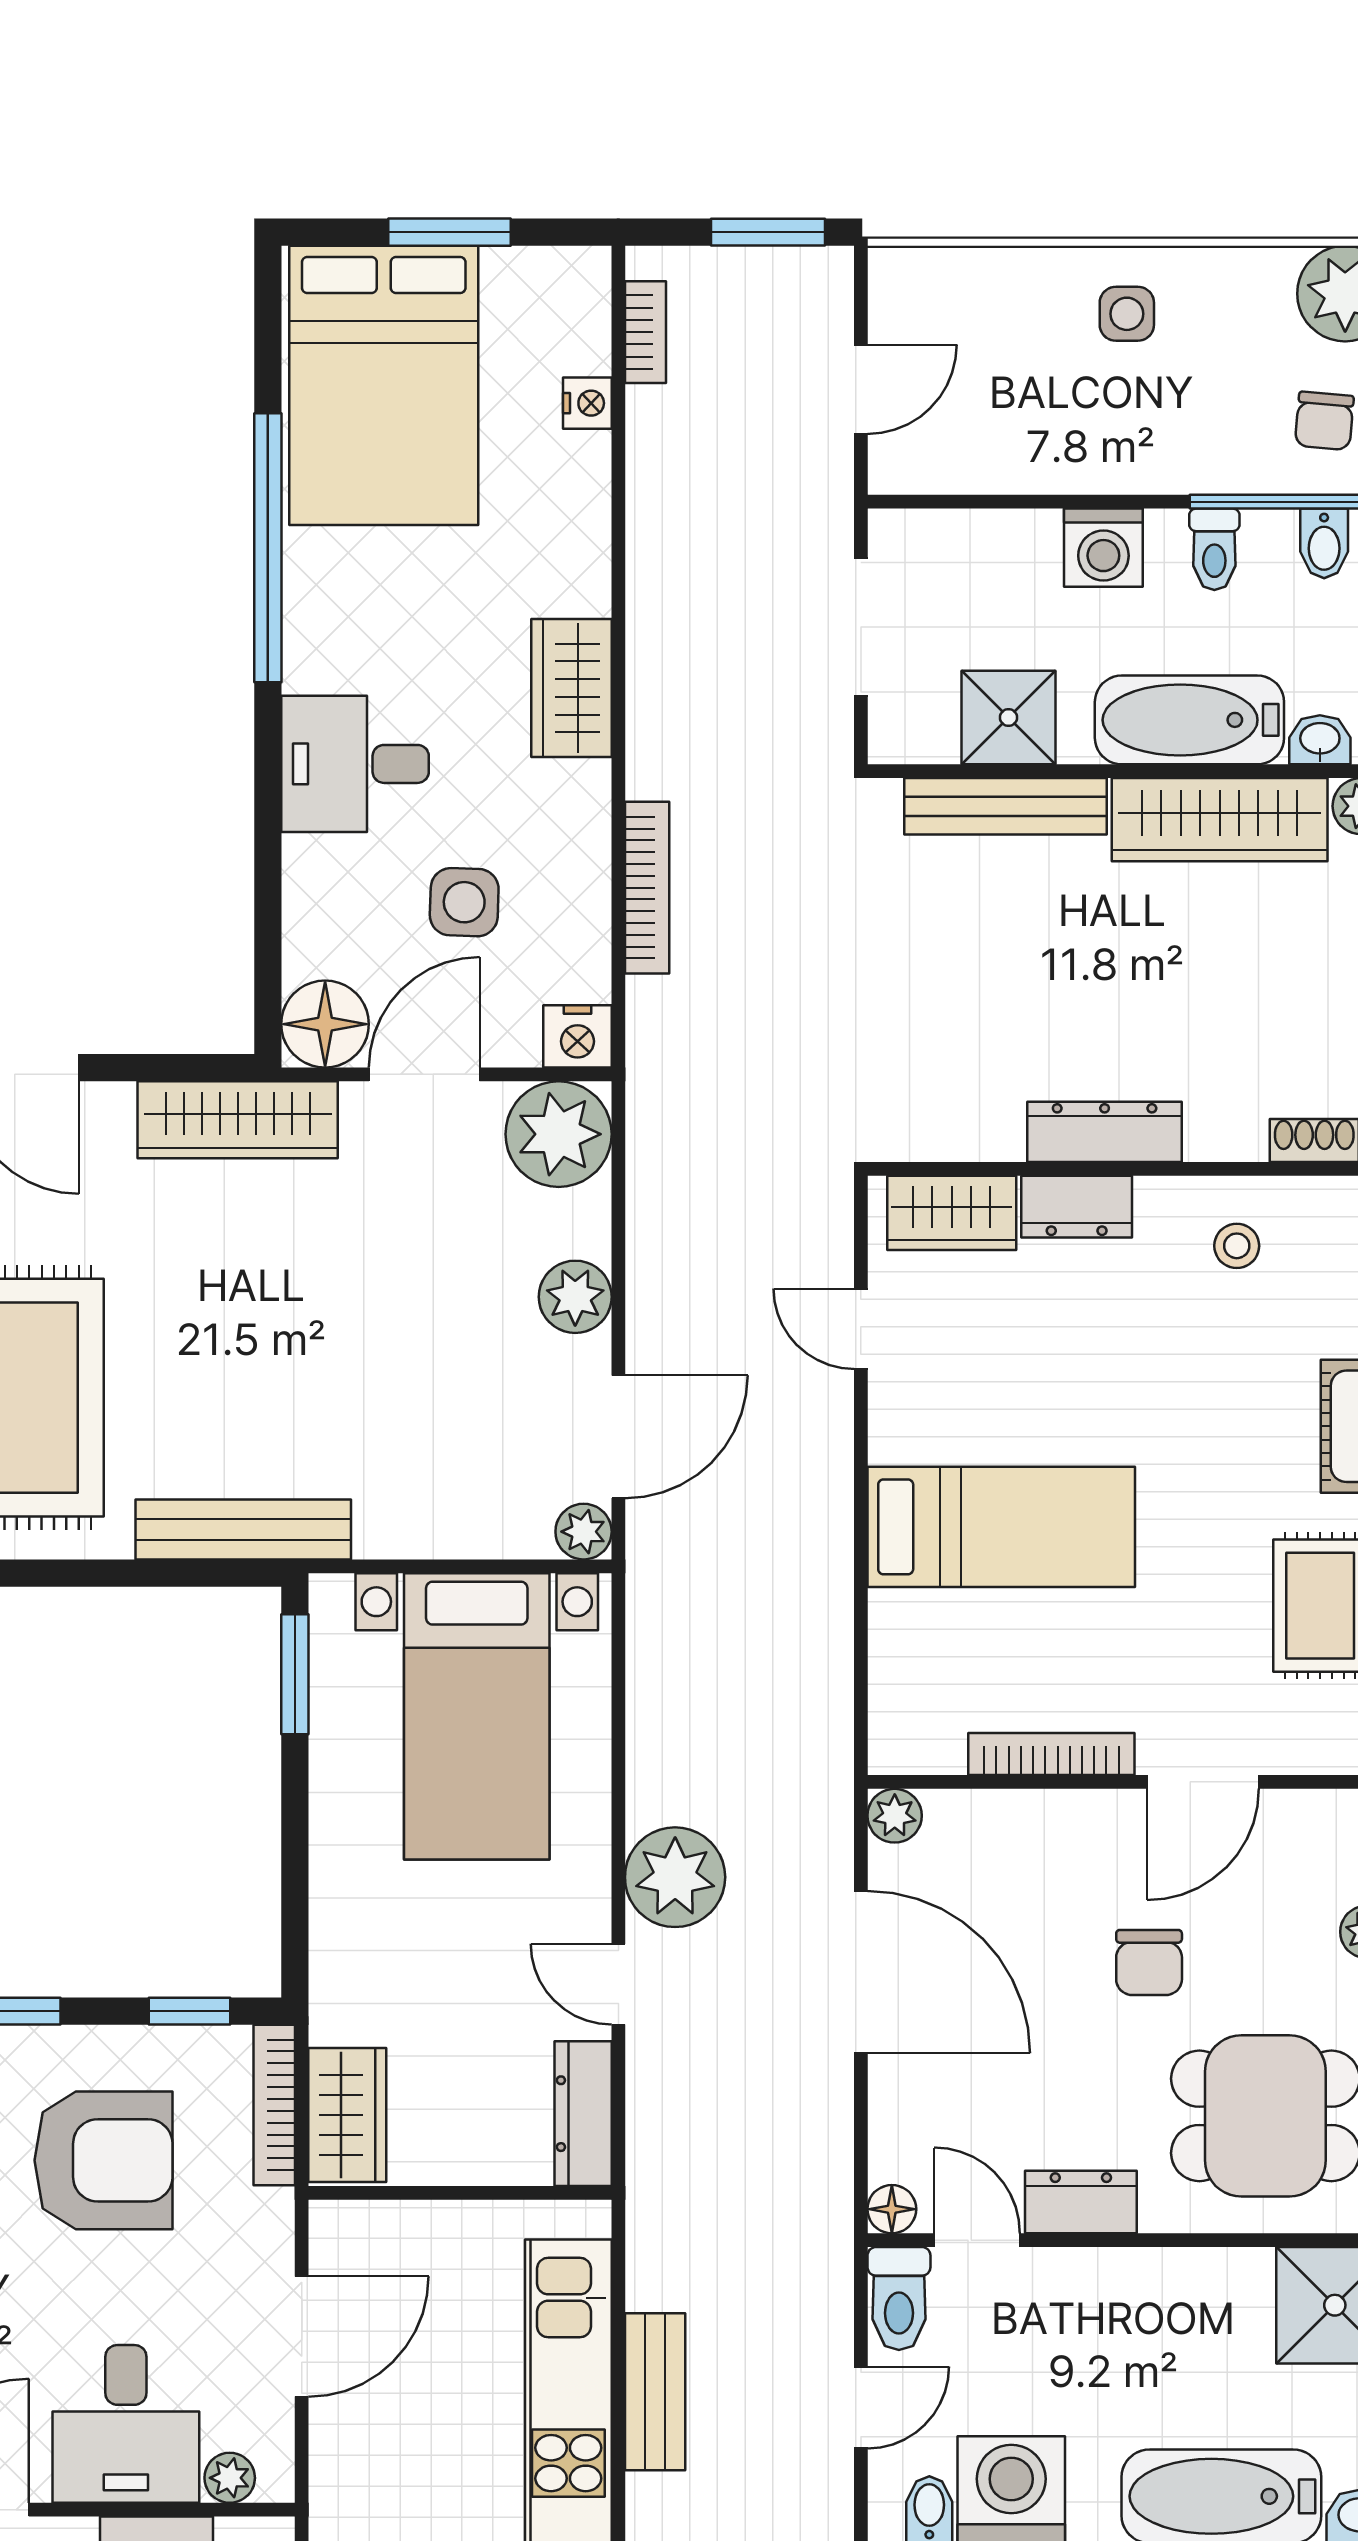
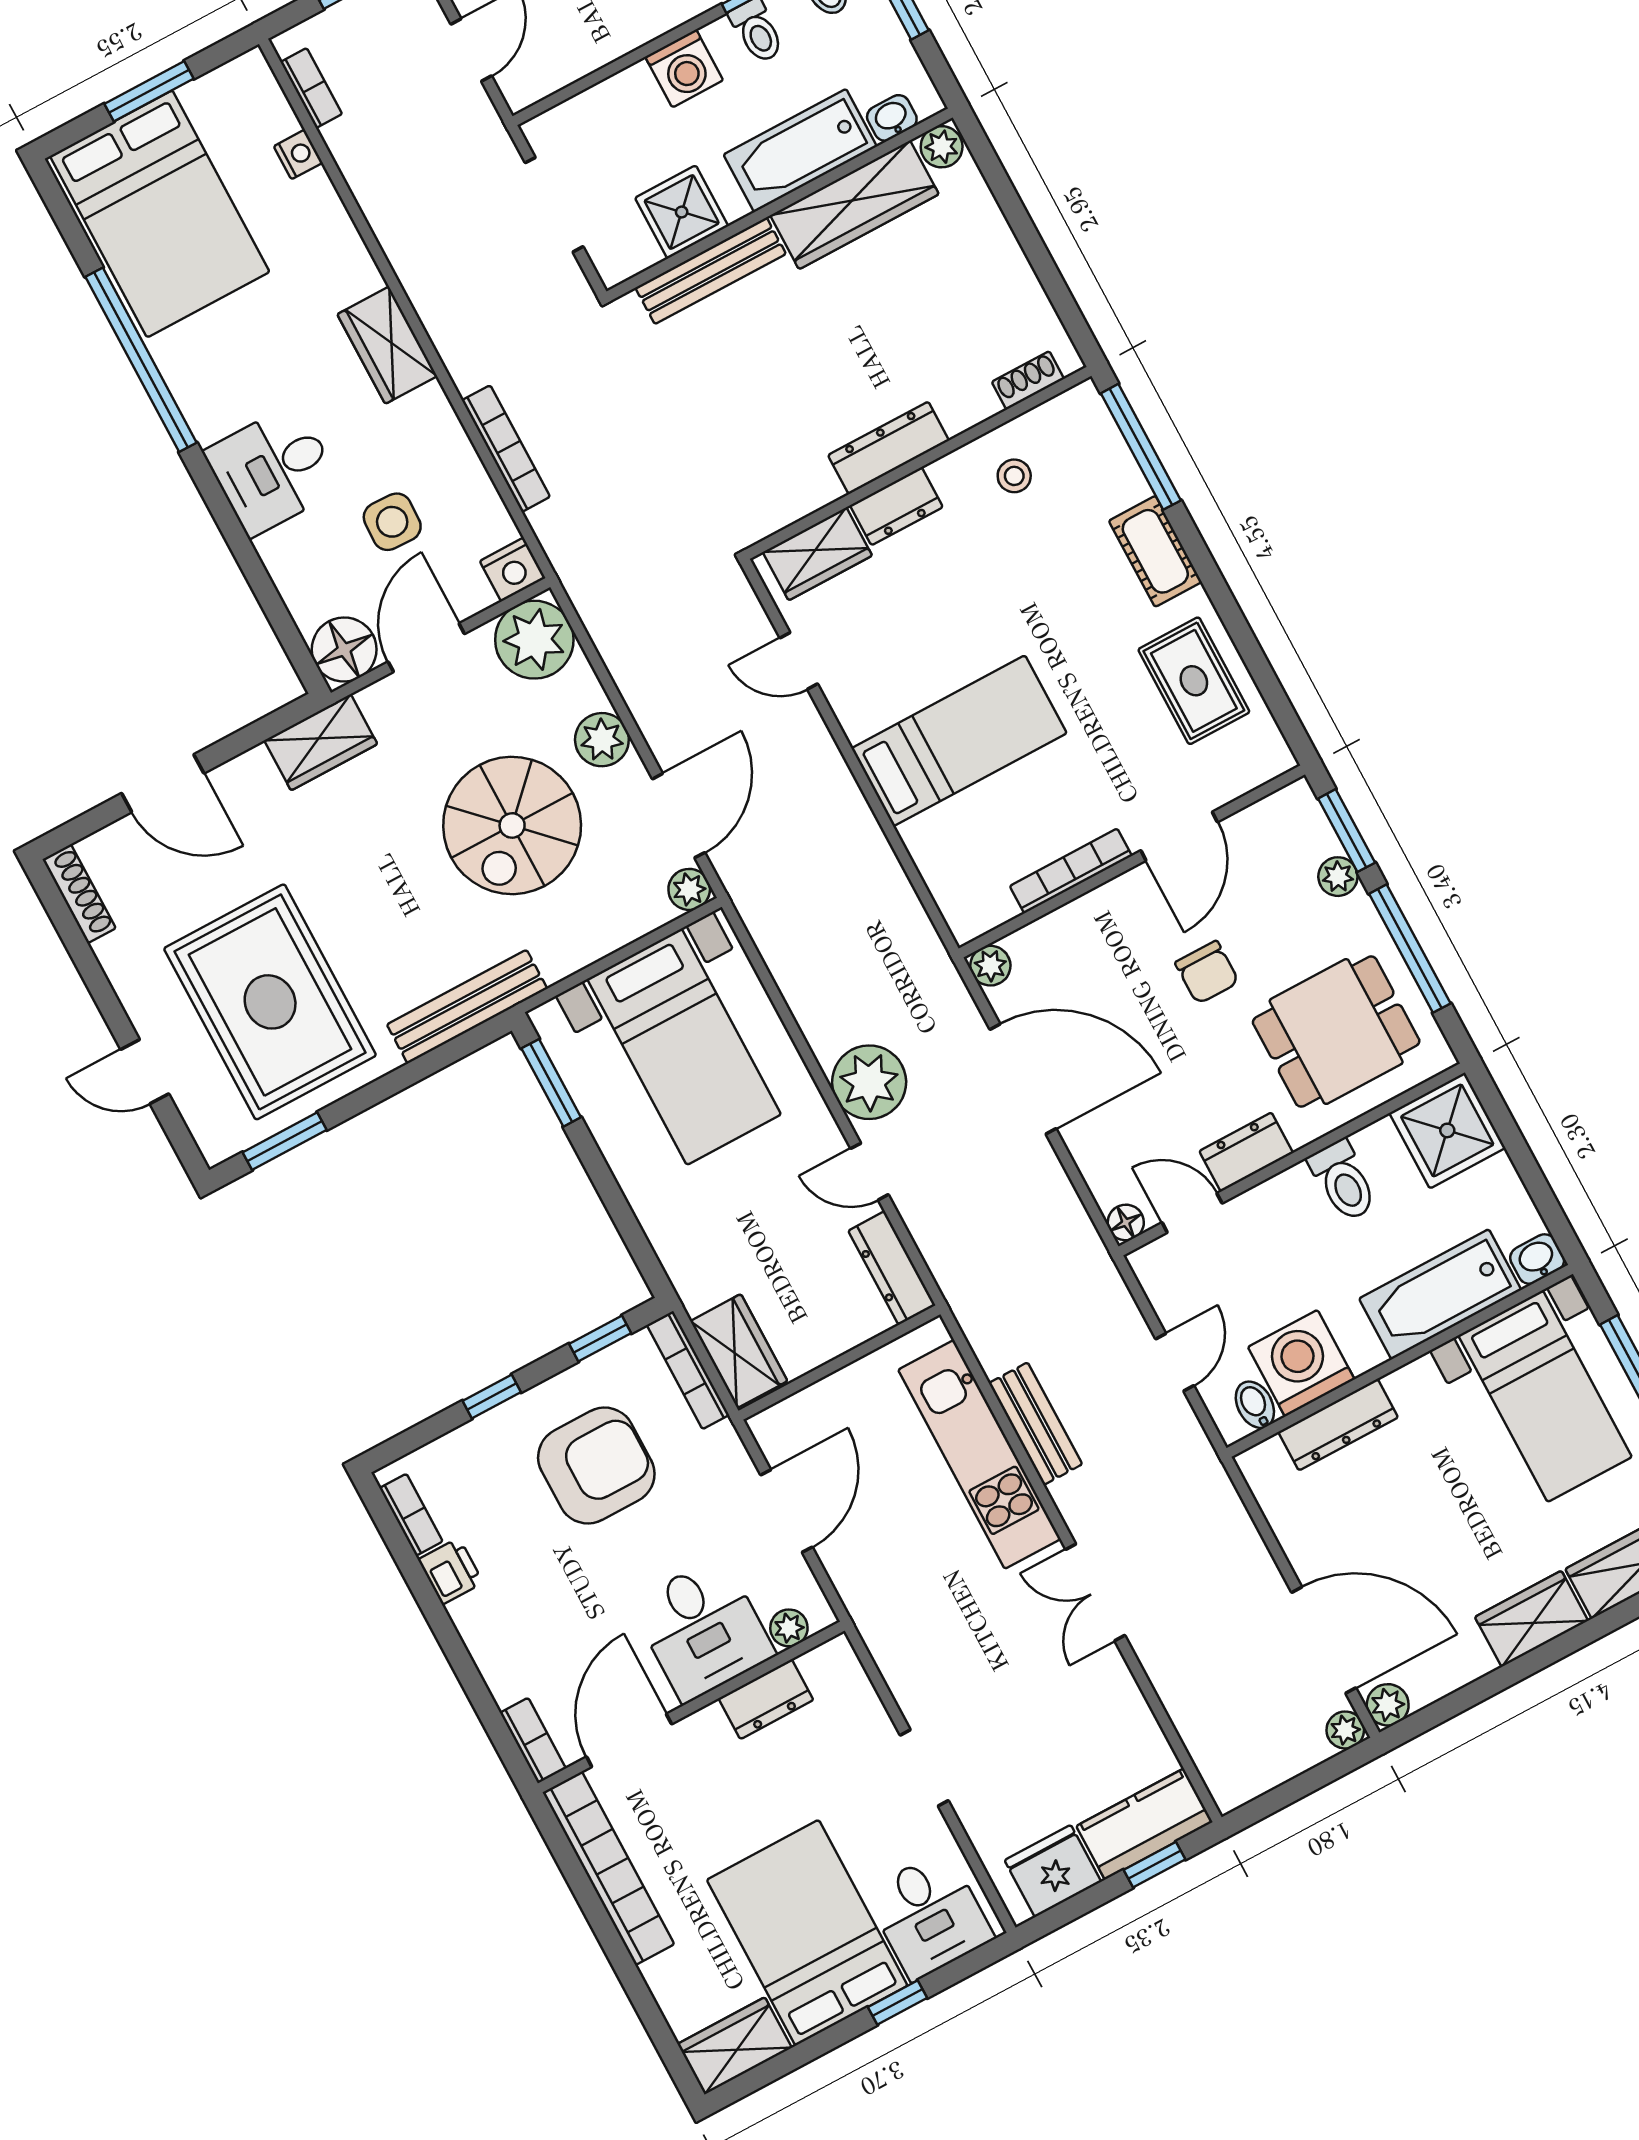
wardrobe: (238, 1120) -> (321, 742), width x0.67
spiral stairs: (413, 1342) -> (512, 825), added
toilet: (899, 2299) -> (1343, 1181), moved

